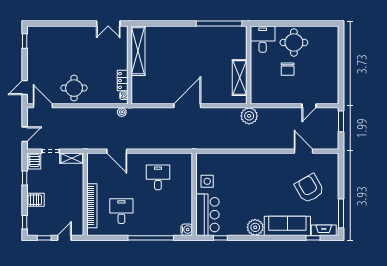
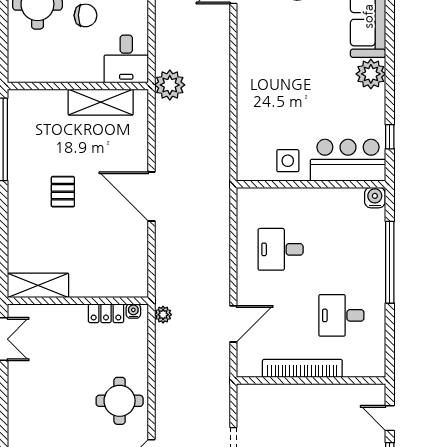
desk: (263, 39) -> (126, 59), moved, turned -90
shelving: (138, 51) -> (38, 285), width x0.68
pallet: (190, 57) -> (63, 192), added
shelving: (72, 158) -> (246, 405), removed
bookcase: (92, 206) -> (302, 368), moved

